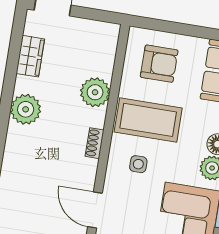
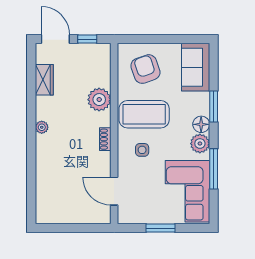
window: (92, 14) -> (87, 39), added
armchair: (159, 64) -> (145, 69), turned -109
plant: (26, 109) -> (42, 127), width x0.53, depth x0.53

